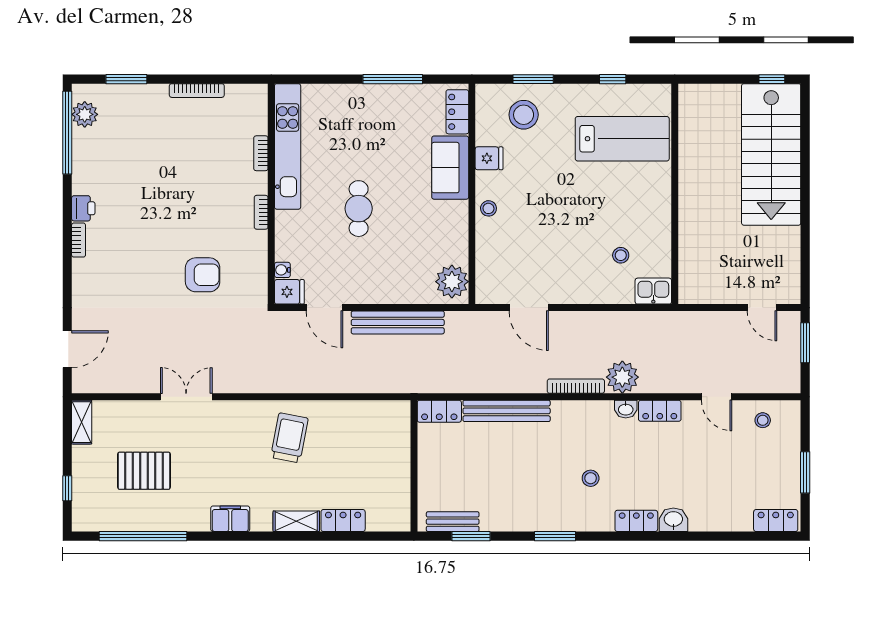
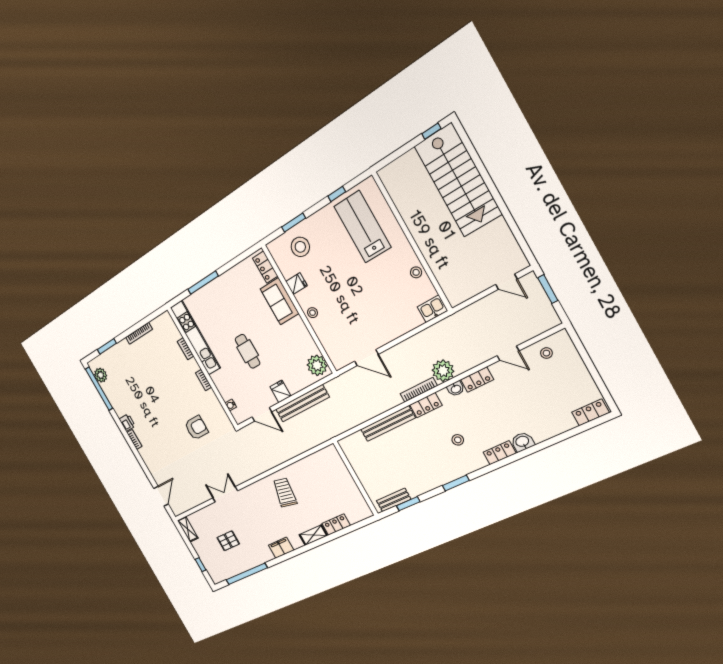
window: (393, 79) -> (203, 283), moved
lab bench: (622, 139) -> (362, 227), turned -90
stool: (621, 255) -> (416, 272), moved
fridge: (289, 292) -> (280, 391), moved, turned -90
locker: (439, 411) -> (426, 405), moved
pallet: (144, 471) -> (228, 541), width x0.67, depth x0.71
window: (805, 472) -> (594, 372), removed

